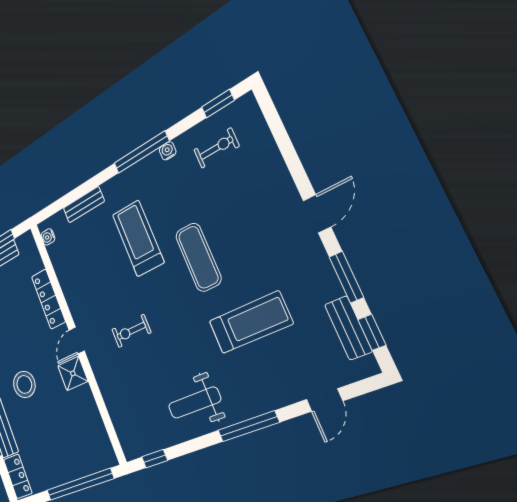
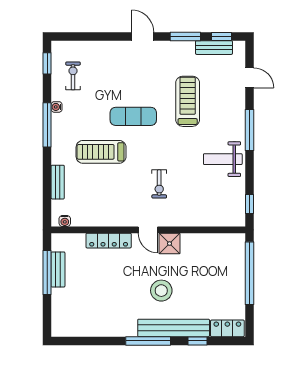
weight bench: (194, 403) -> (223, 159), turned 90

